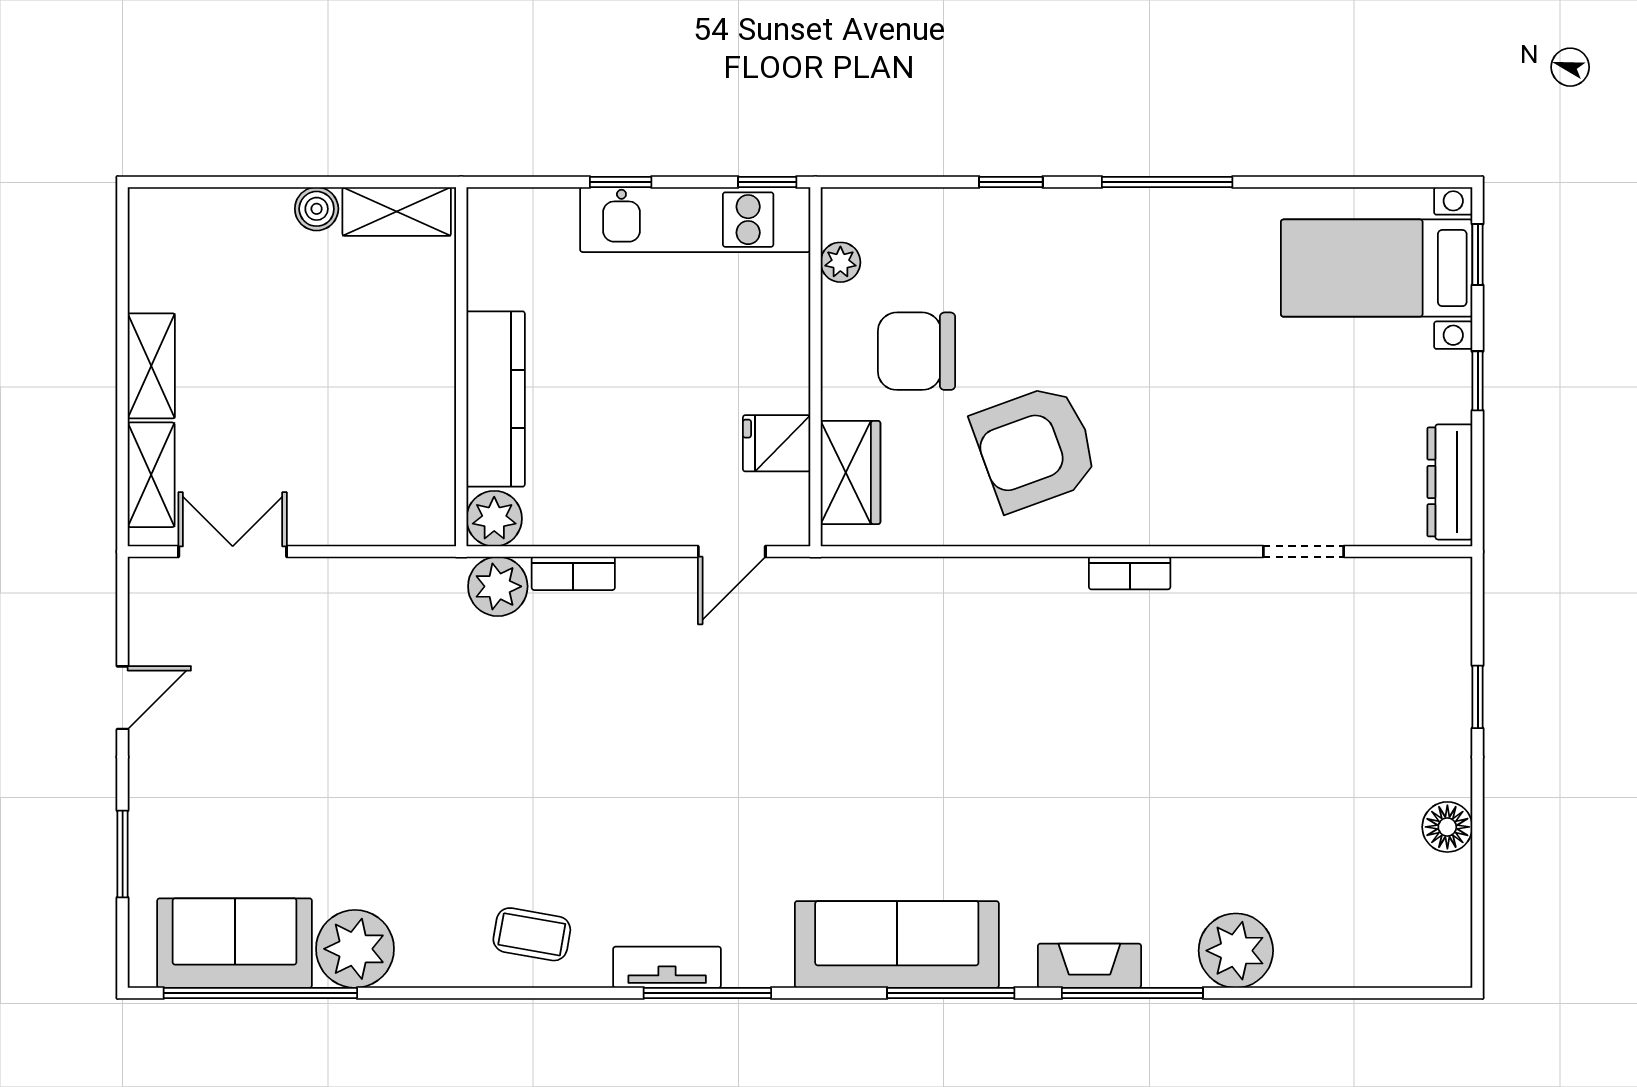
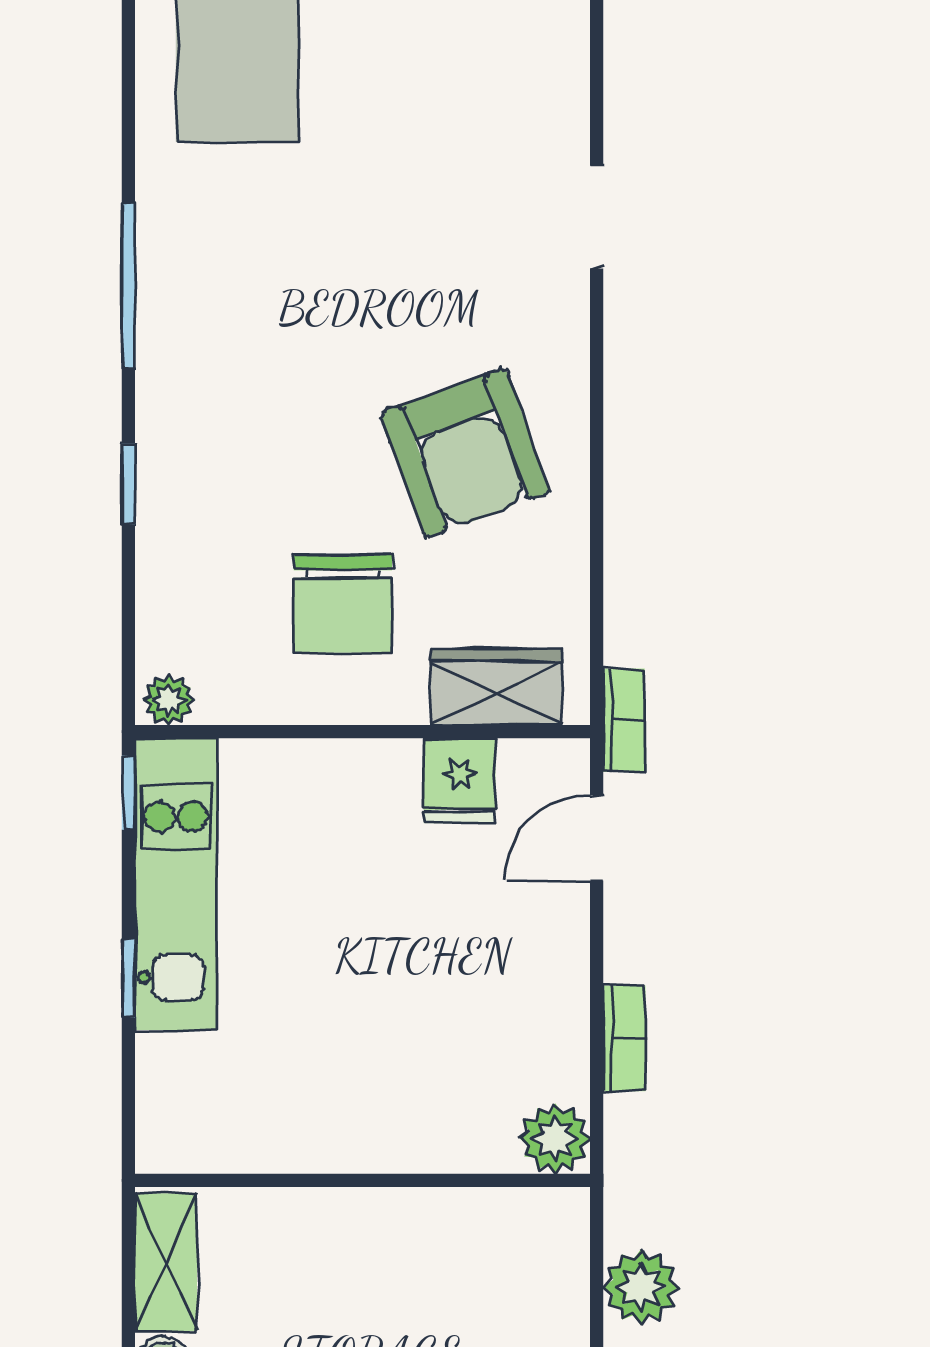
plant: (840, 262) -> (168, 700), moved
kitchen counter: (496, 399) -> (403, 1137), removed
door: (732, 552) -> (597, 838), swing flipped
doorway: (1304, 552) -> (597, 217), moved
bookcase: (1130, 573) -> (624, 720), moved
plant: (498, 586) -> (641, 1287), moved

